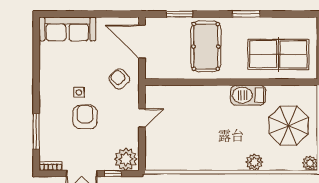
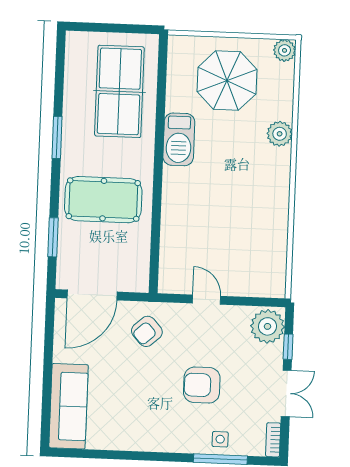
side table: (79, 92) -> (220, 439), moved

